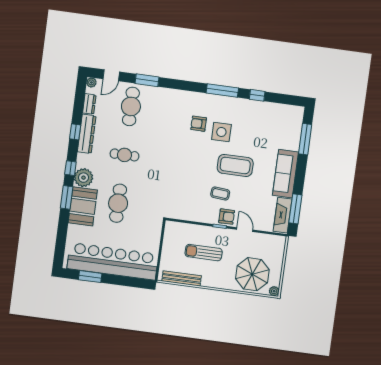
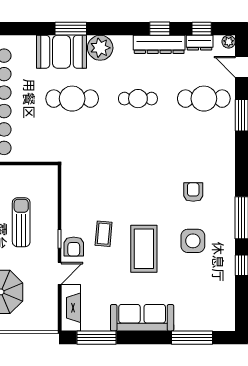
side table: (221, 132) -> (193, 241), moved
cafe table: (124, 155) -> (138, 99), turned 90
window: (70, 168) -> (202, 29), moved
fireplace: (283, 215) -> (71, 308), moved, turned 90

